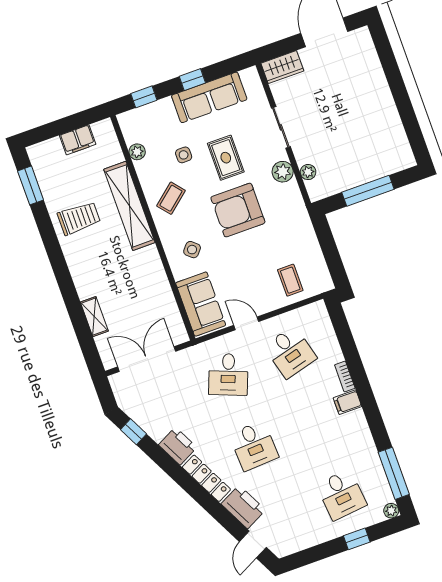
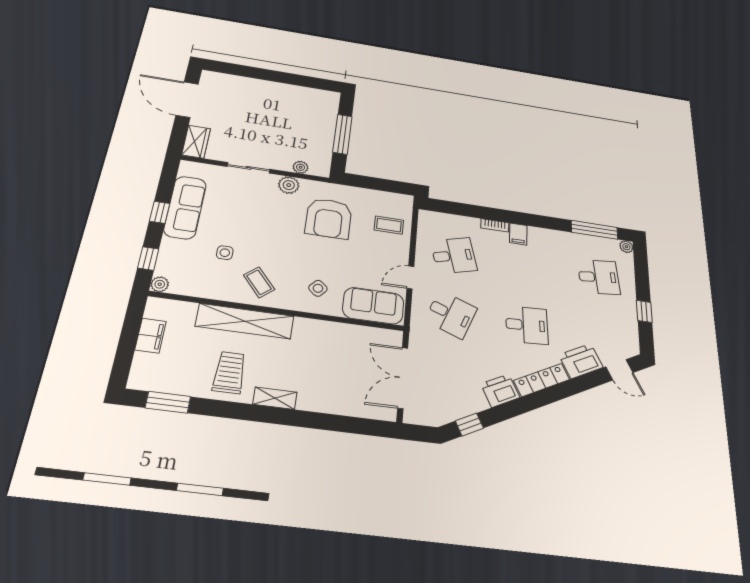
plant: (137, 152) -> (160, 284), moved
rug: (226, 158) -> (249, 221), removed
armchair: (238, 210) -> (329, 218), moved
shelving: (94, 317) -> (275, 398), moved
window: (357, 539) -> (644, 311), moved

